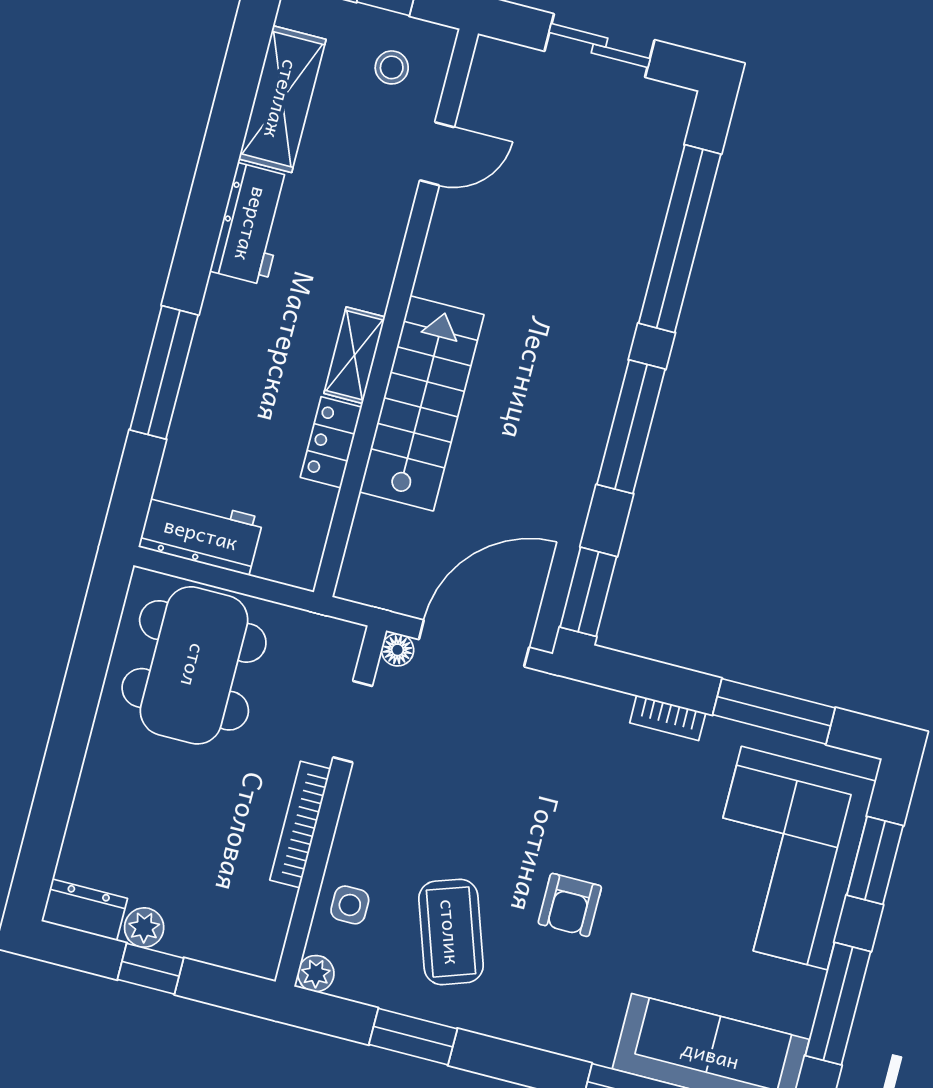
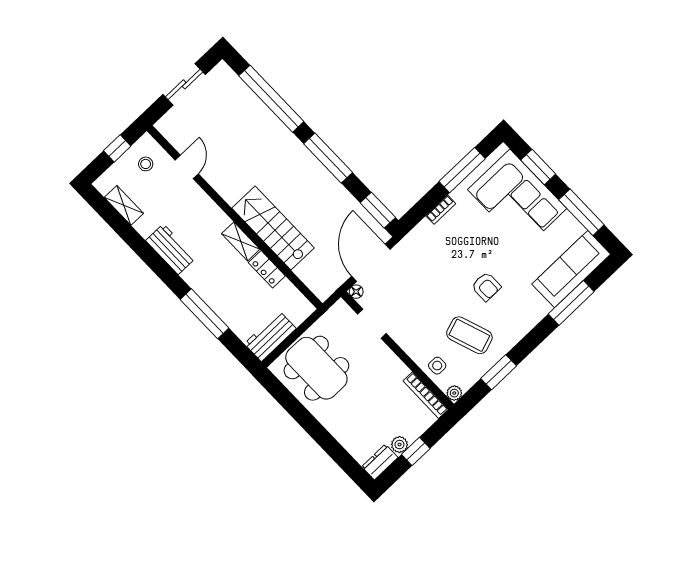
shelving: (282, 99) -> (124, 205), width x0.67, depth x0.75
bookcase: (300, 824) -> (426, 395), moved

